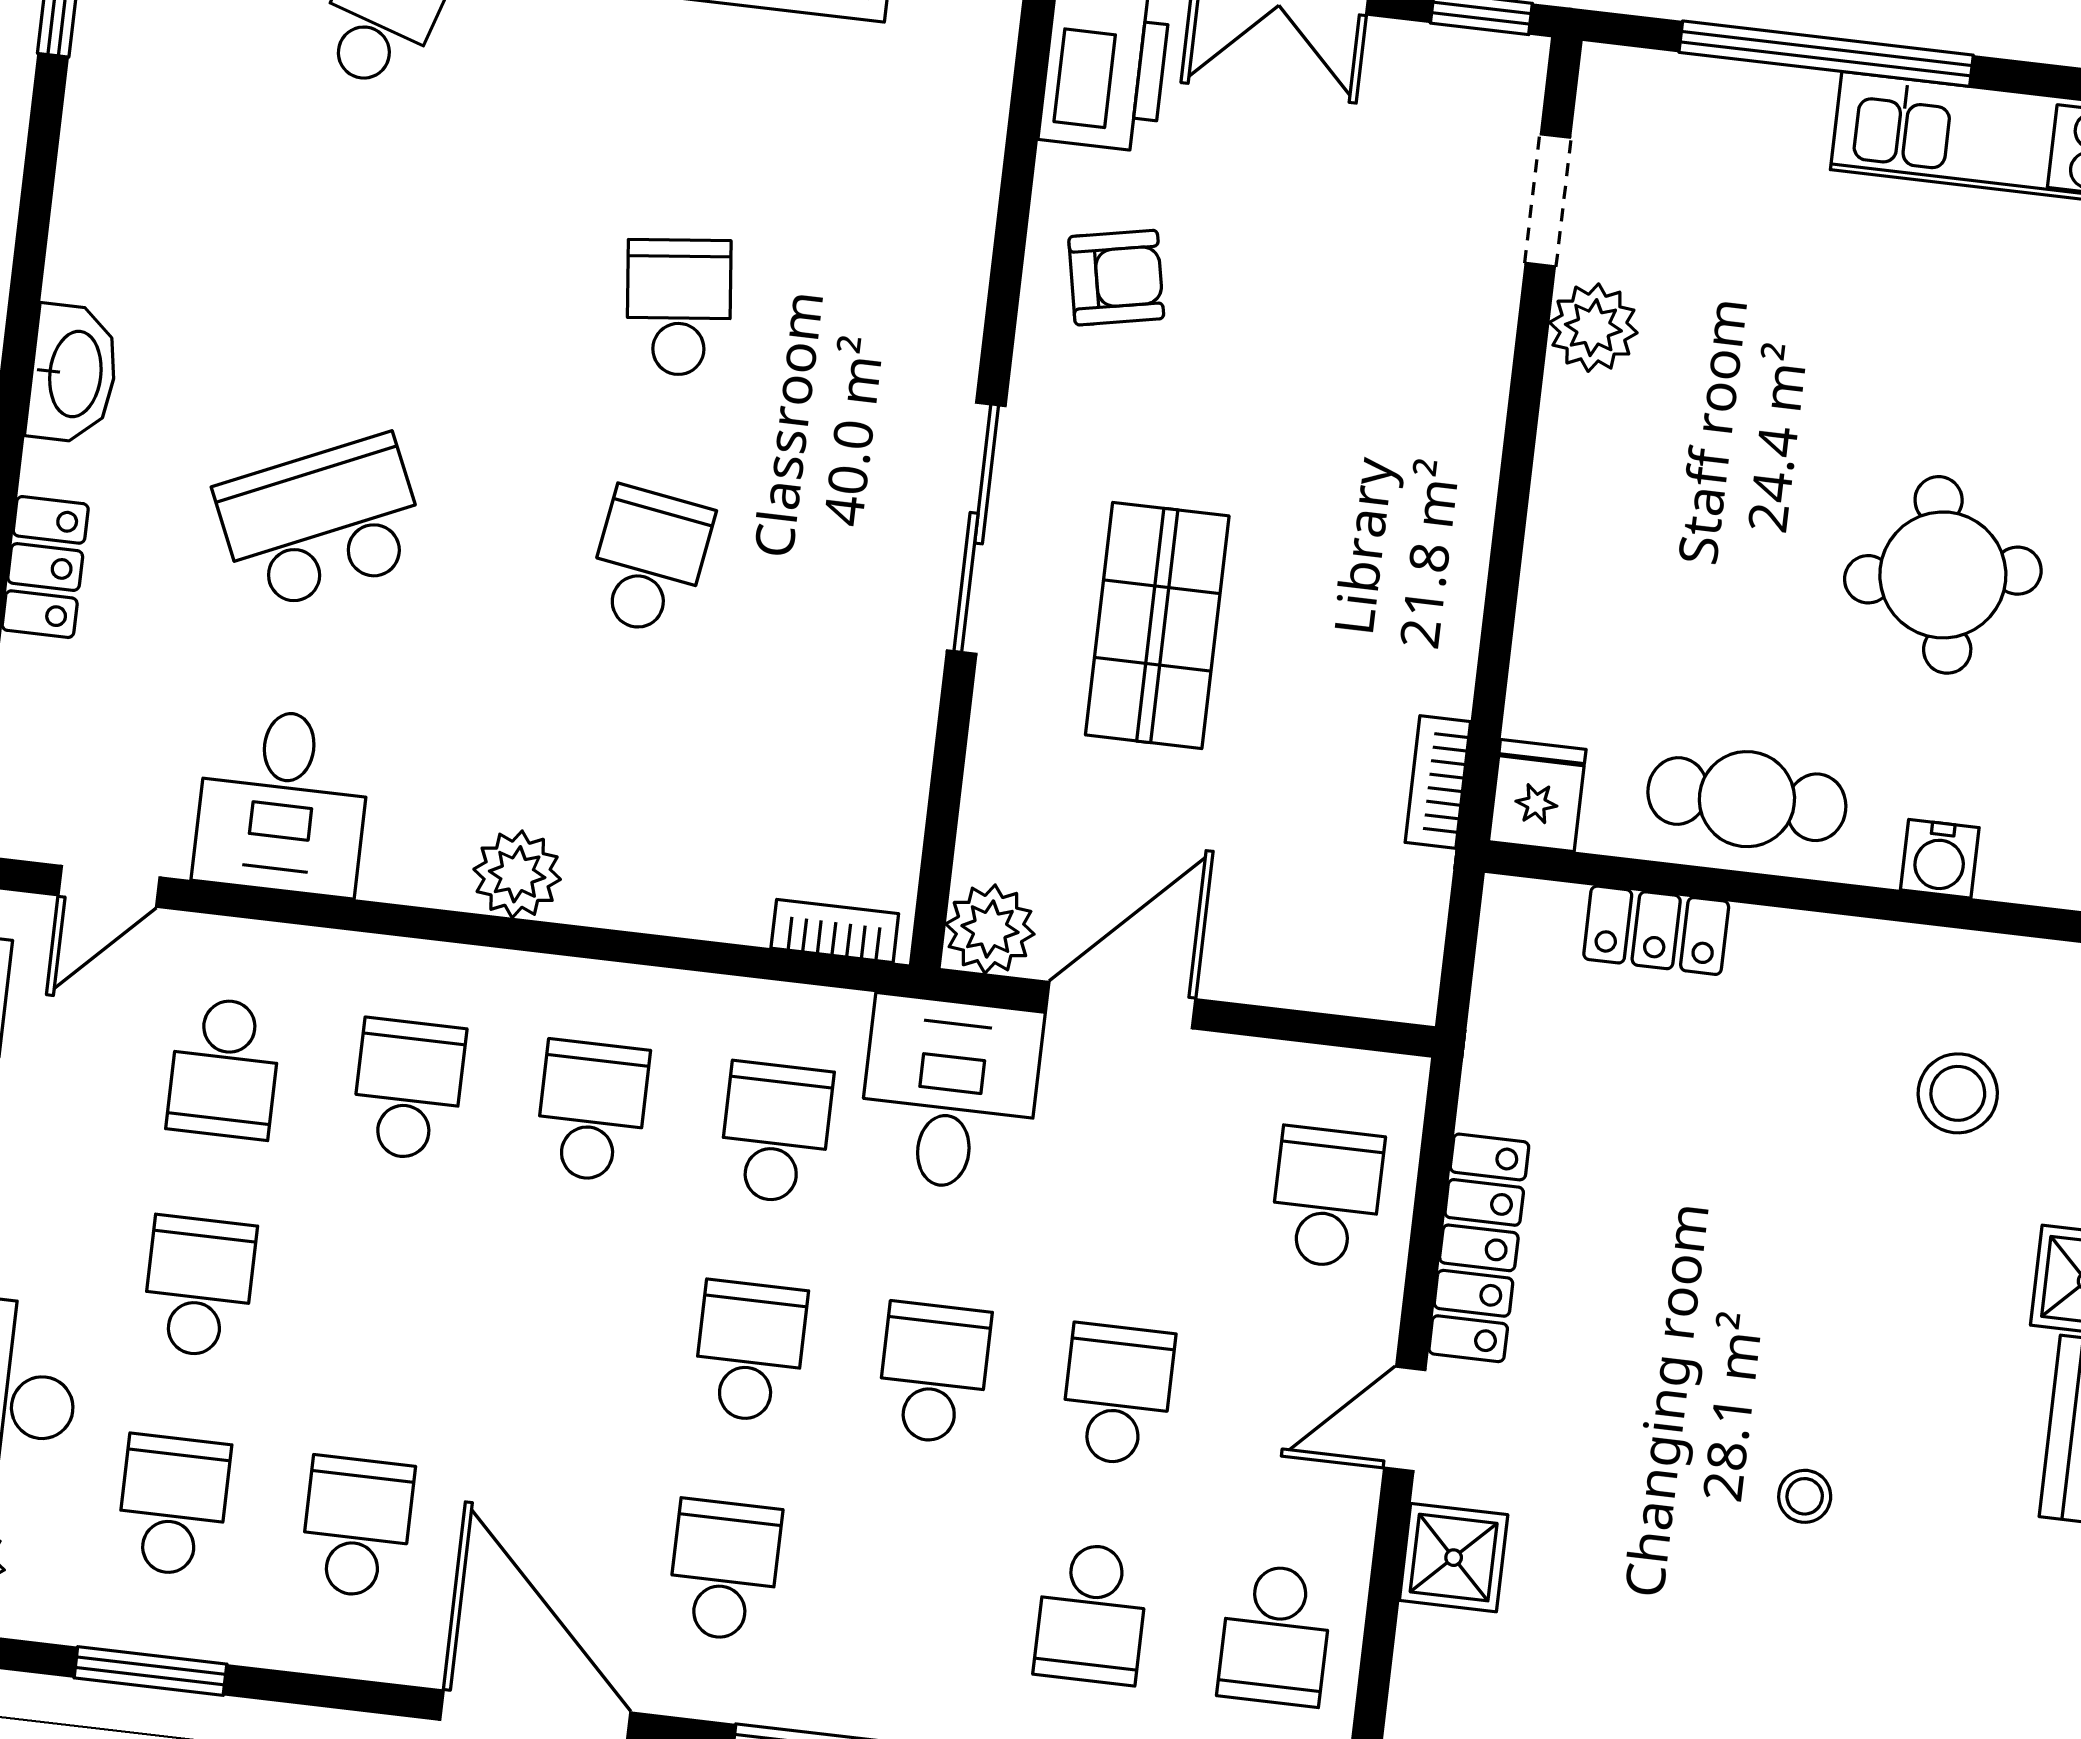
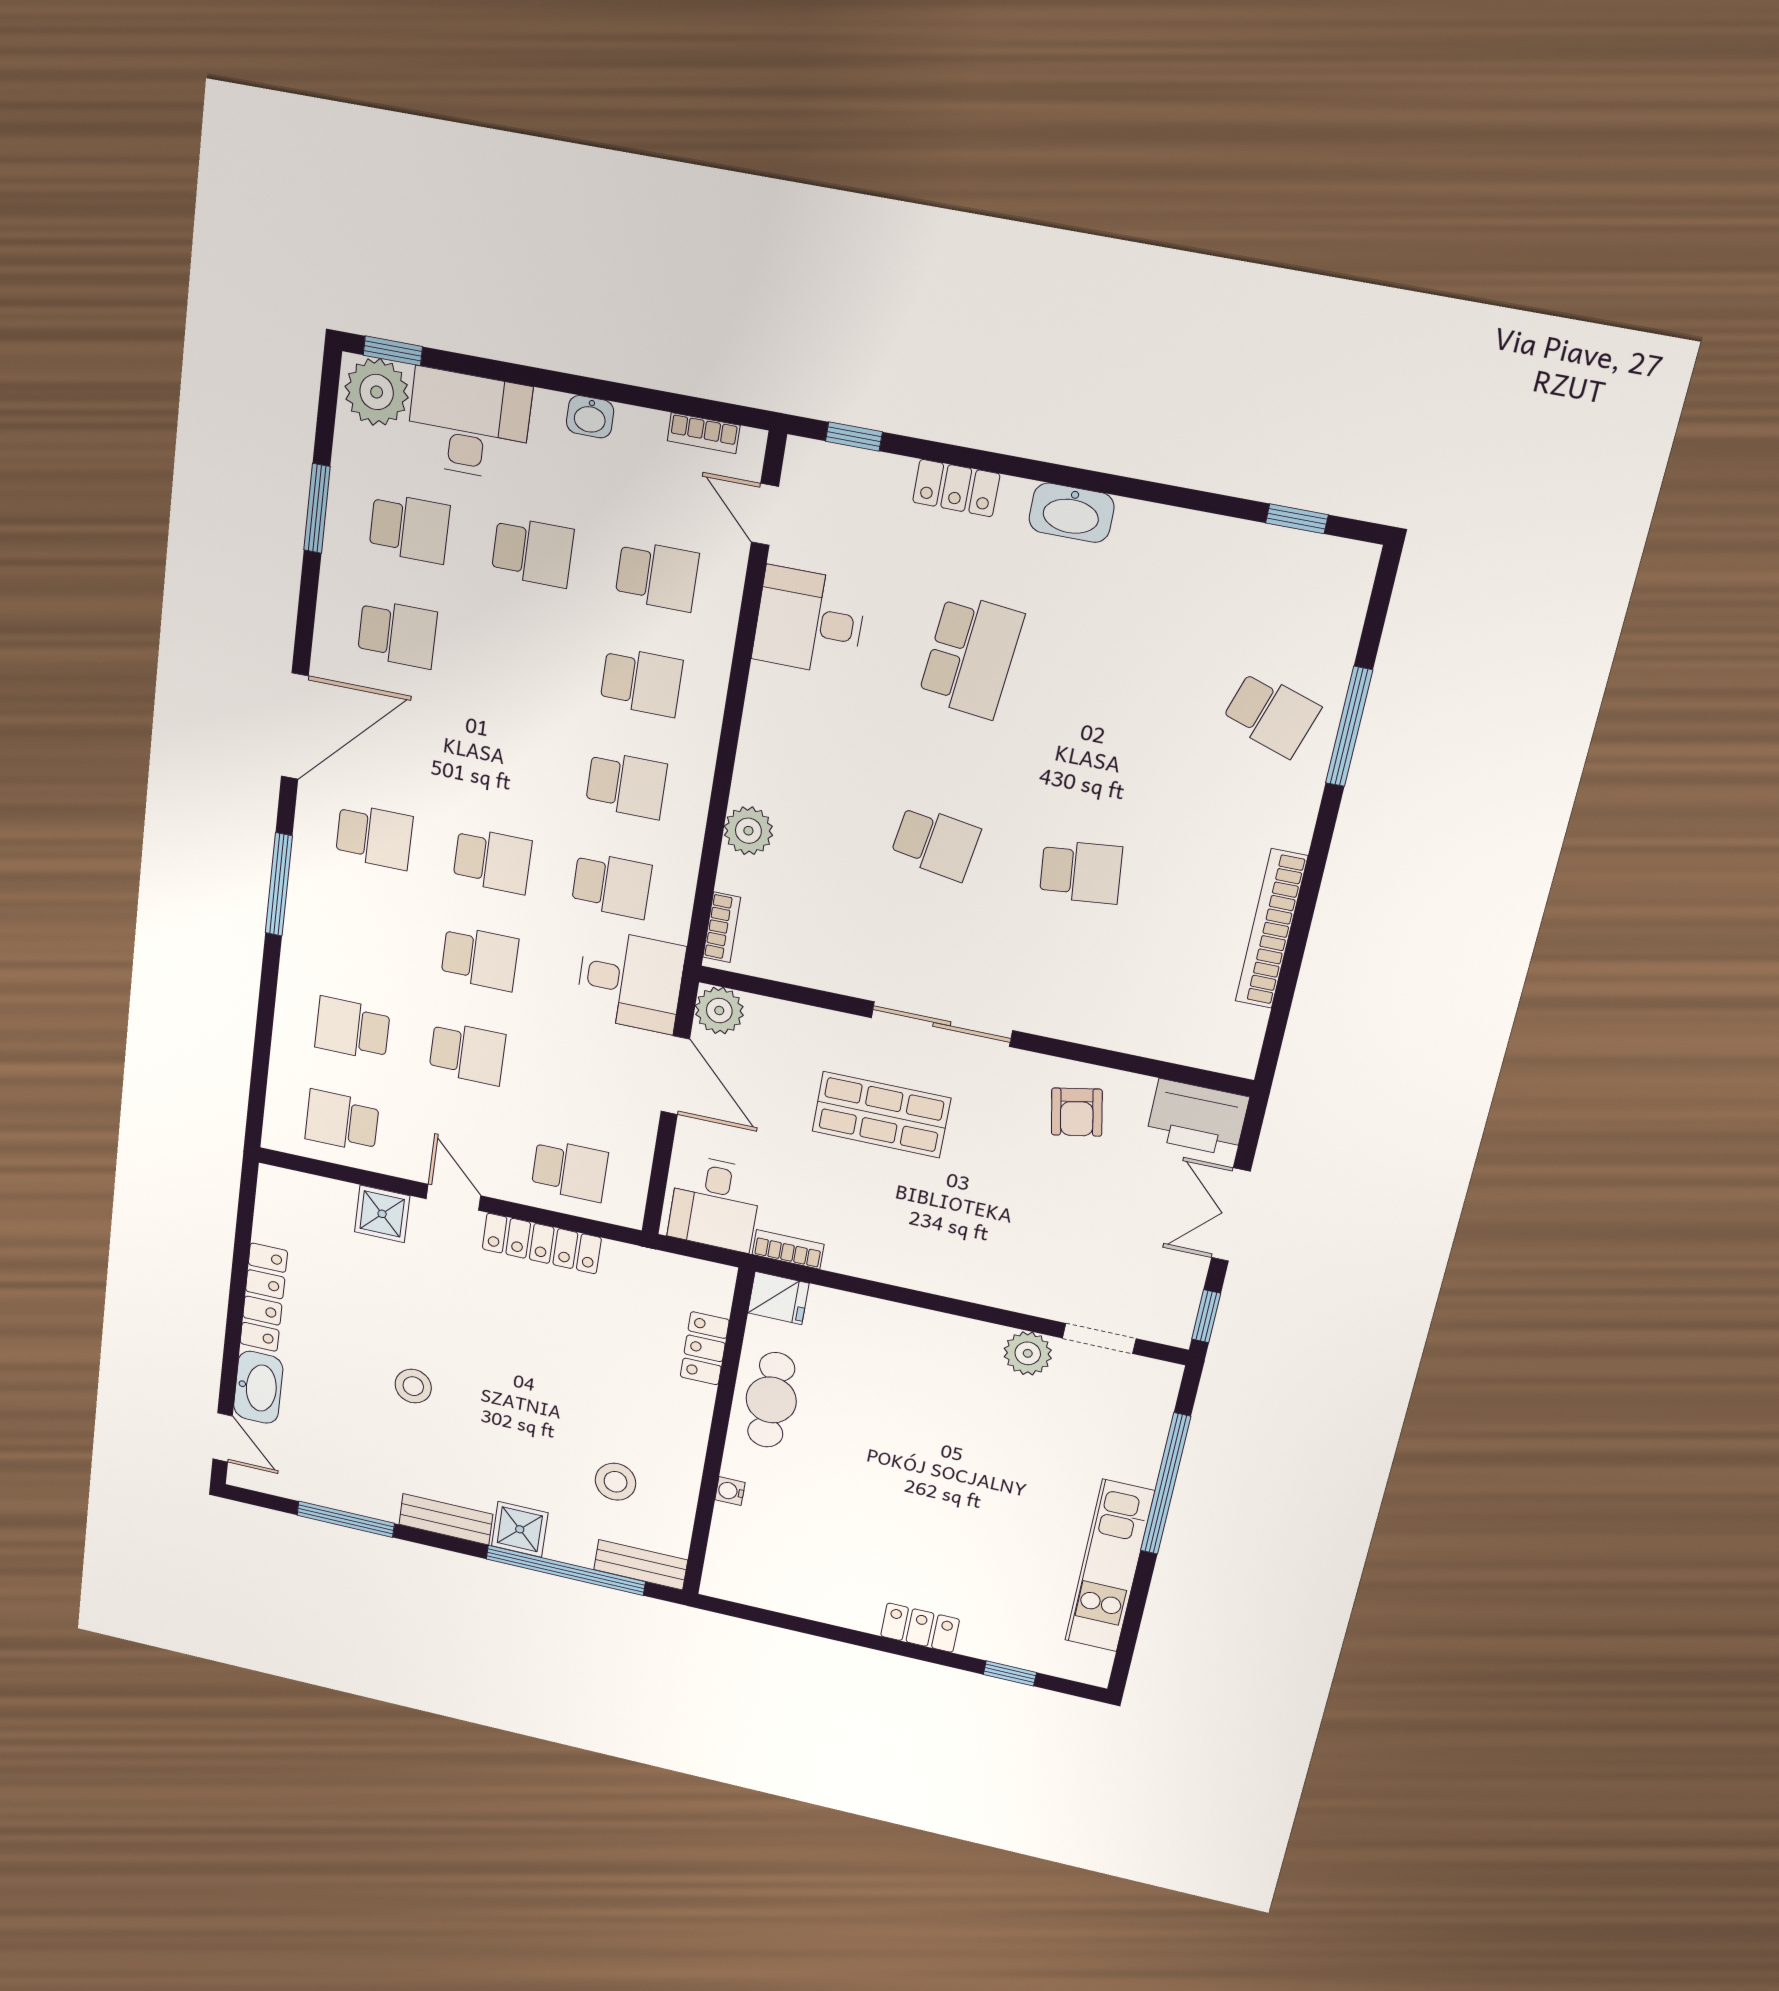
school desk: (322, 523) -> (971, 656), turned 30
round table: (1943, 575) -> (883, 1507), removed
water cooler: (1940, 859) -> (730, 1491), width x0.72, depth x0.72
plant: (517, 874) -> (748, 831), moved
desk: (1362, 923) -> (715, 1203), added
school desk: (224, 1068) -> (657, 576), turned 180
stool: (1805, 1496) -> (413, 1386), width x1.37, depth x1.37

